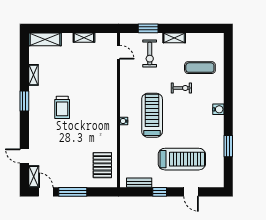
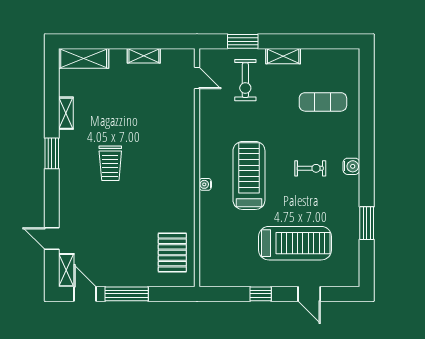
exercise bike: (181, 88) -> (310, 168), moved
bench: (139, 183) -> (229, 280), removed

